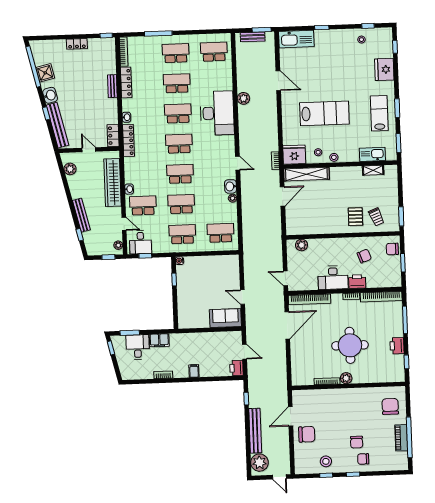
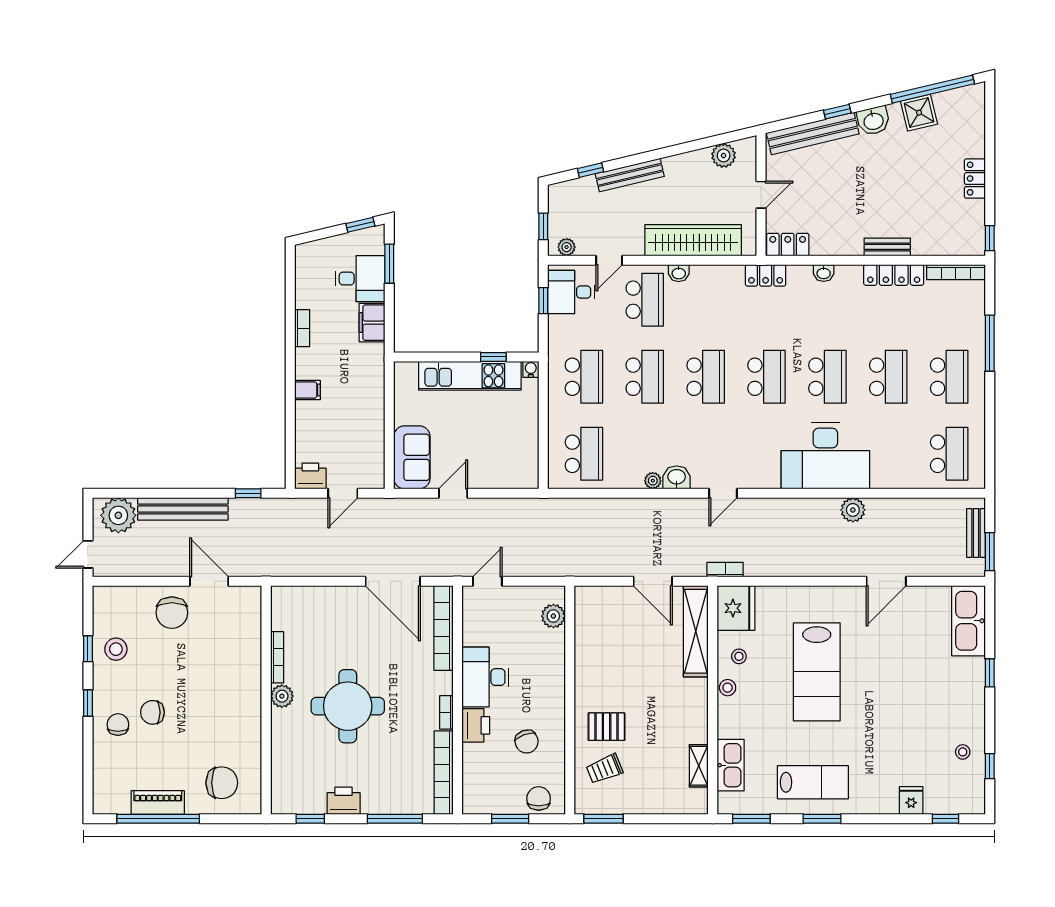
fridge: (384, 69) -> (911, 801), width x0.53, depth x0.75
locker: (128, 140) -> (766, 275), width x0.66
kitchen unit: (184, 291) -> (470, 376), added

